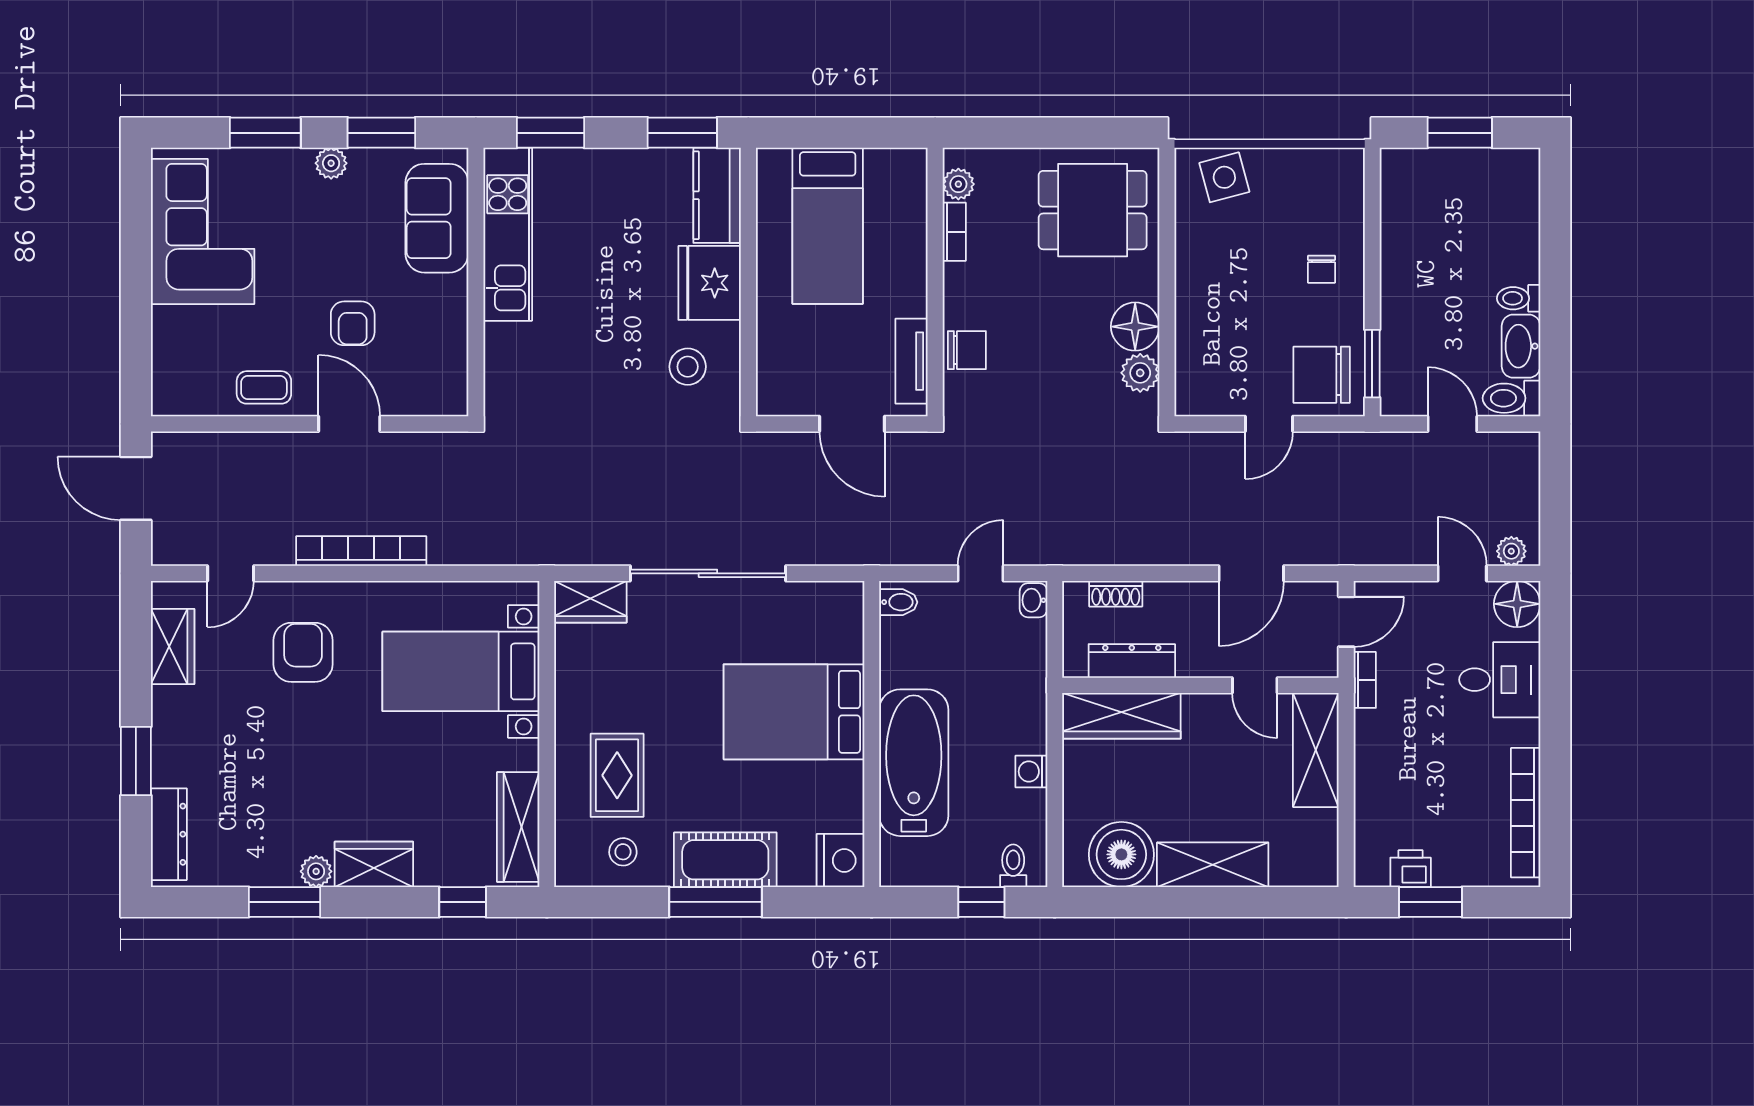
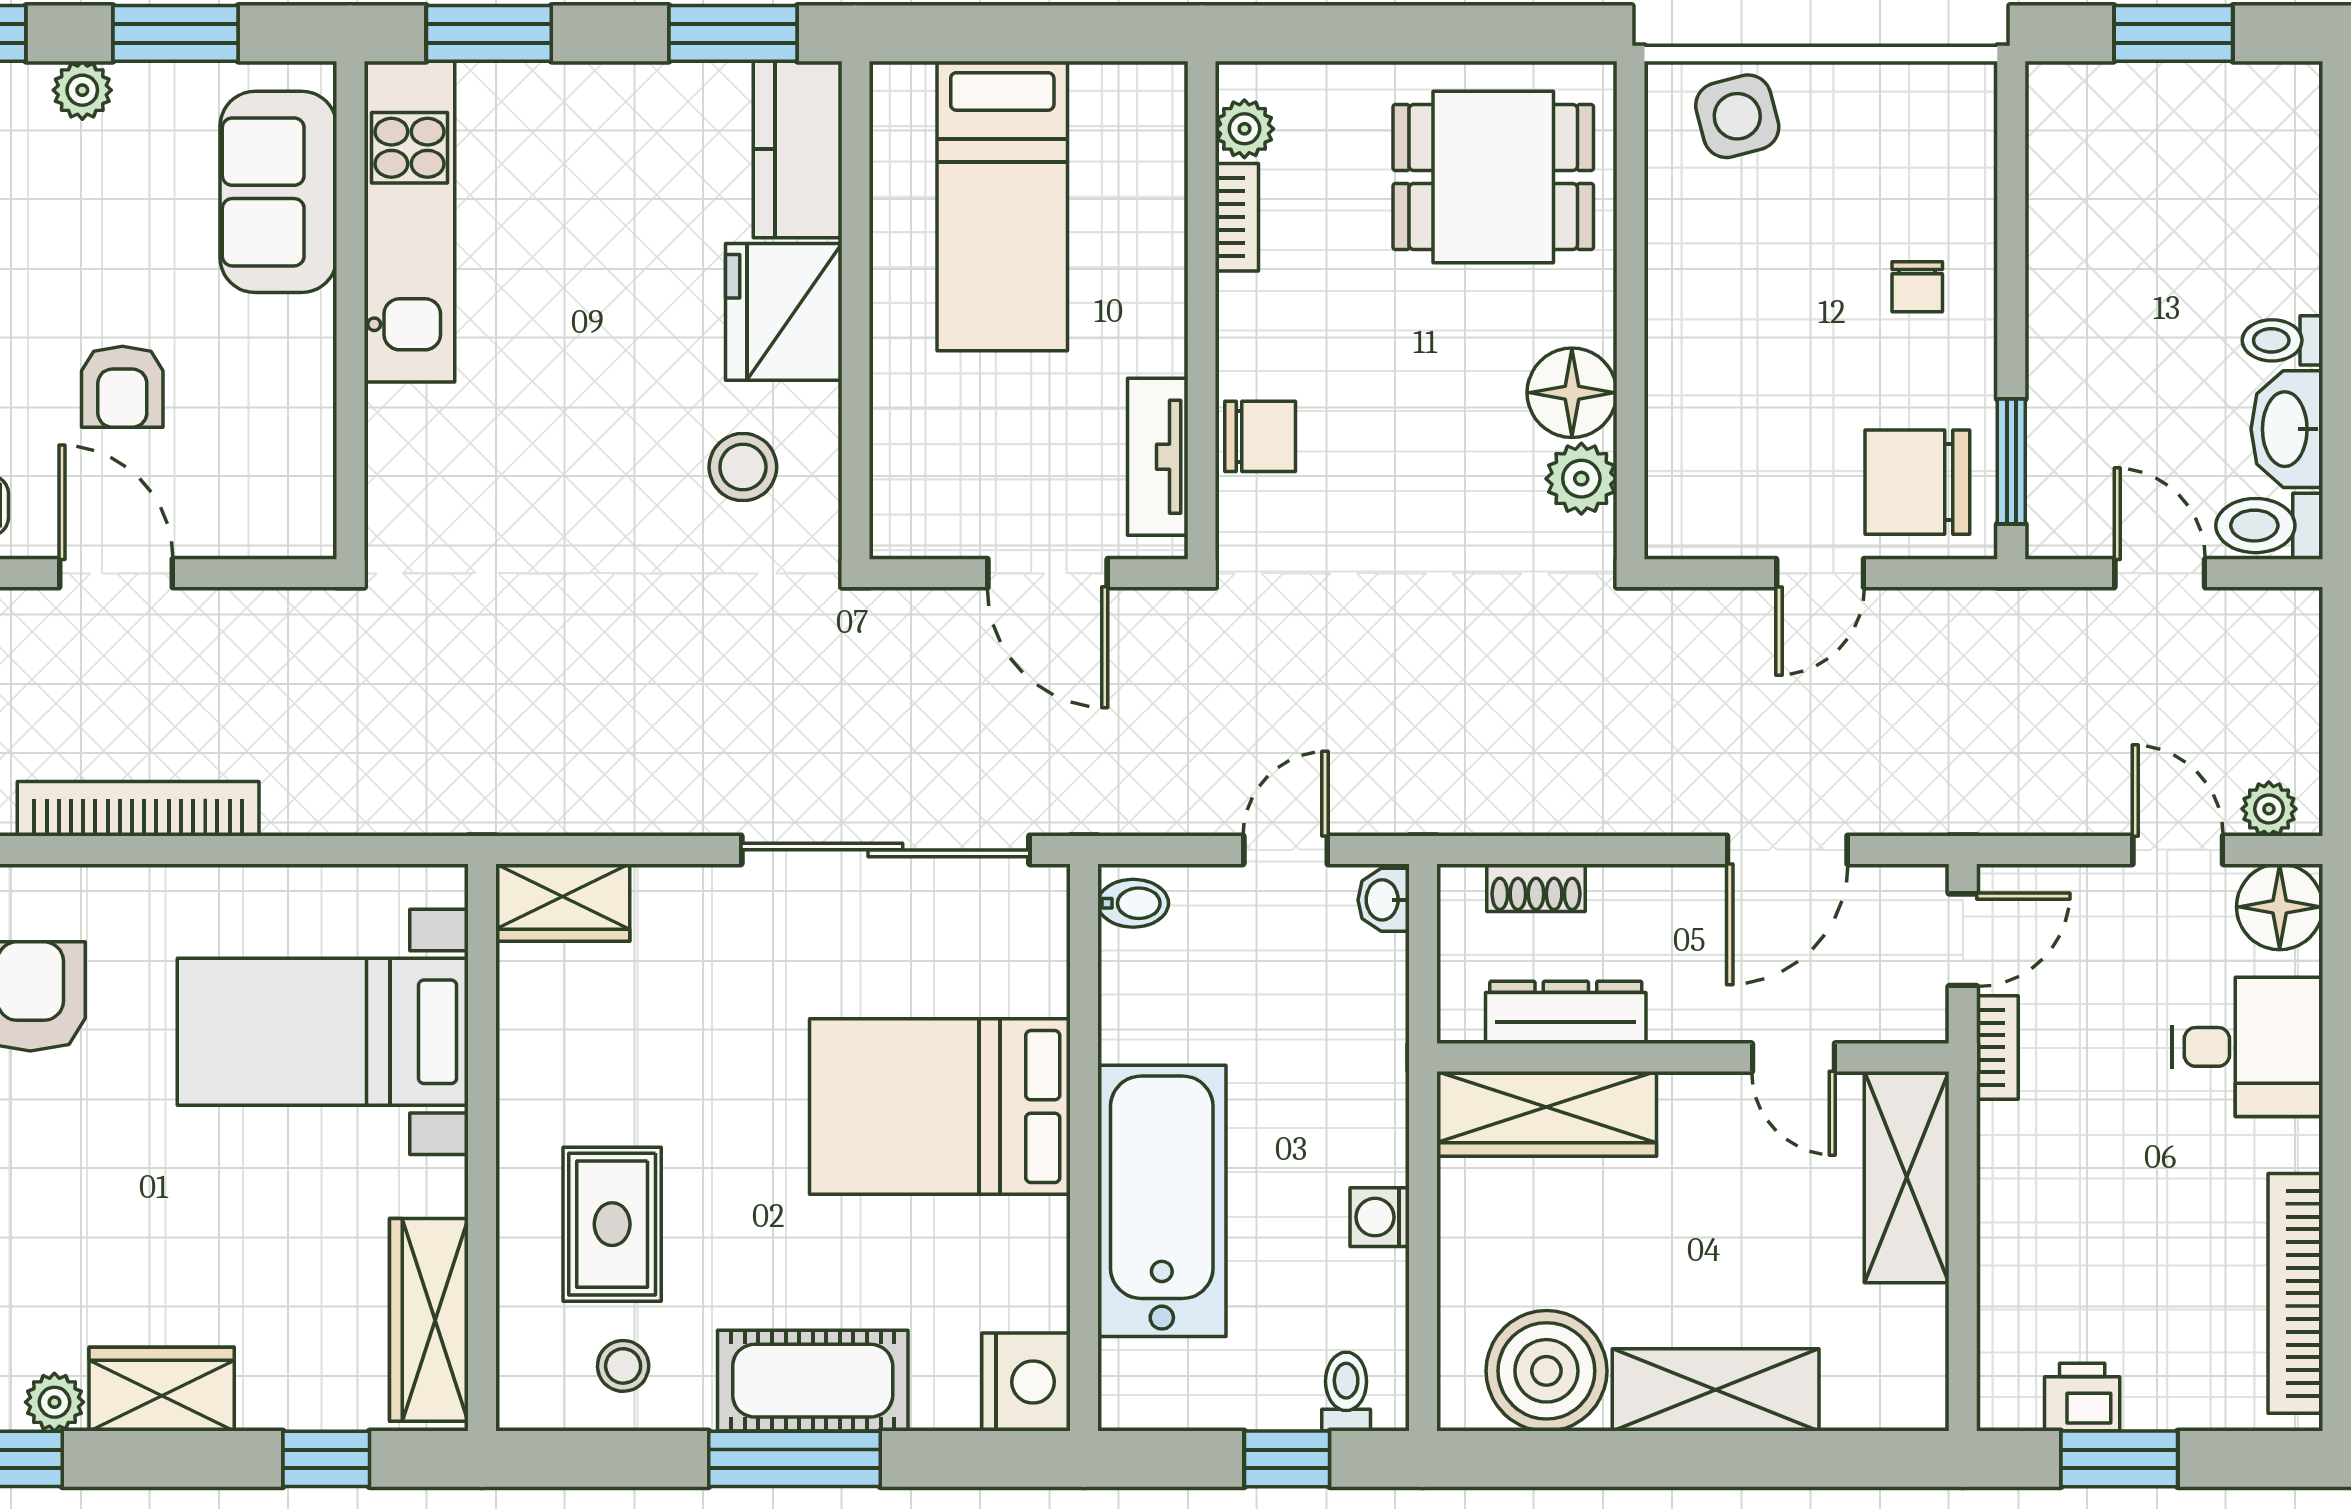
sliding door: (708, 573) -> (885, 850), moved

